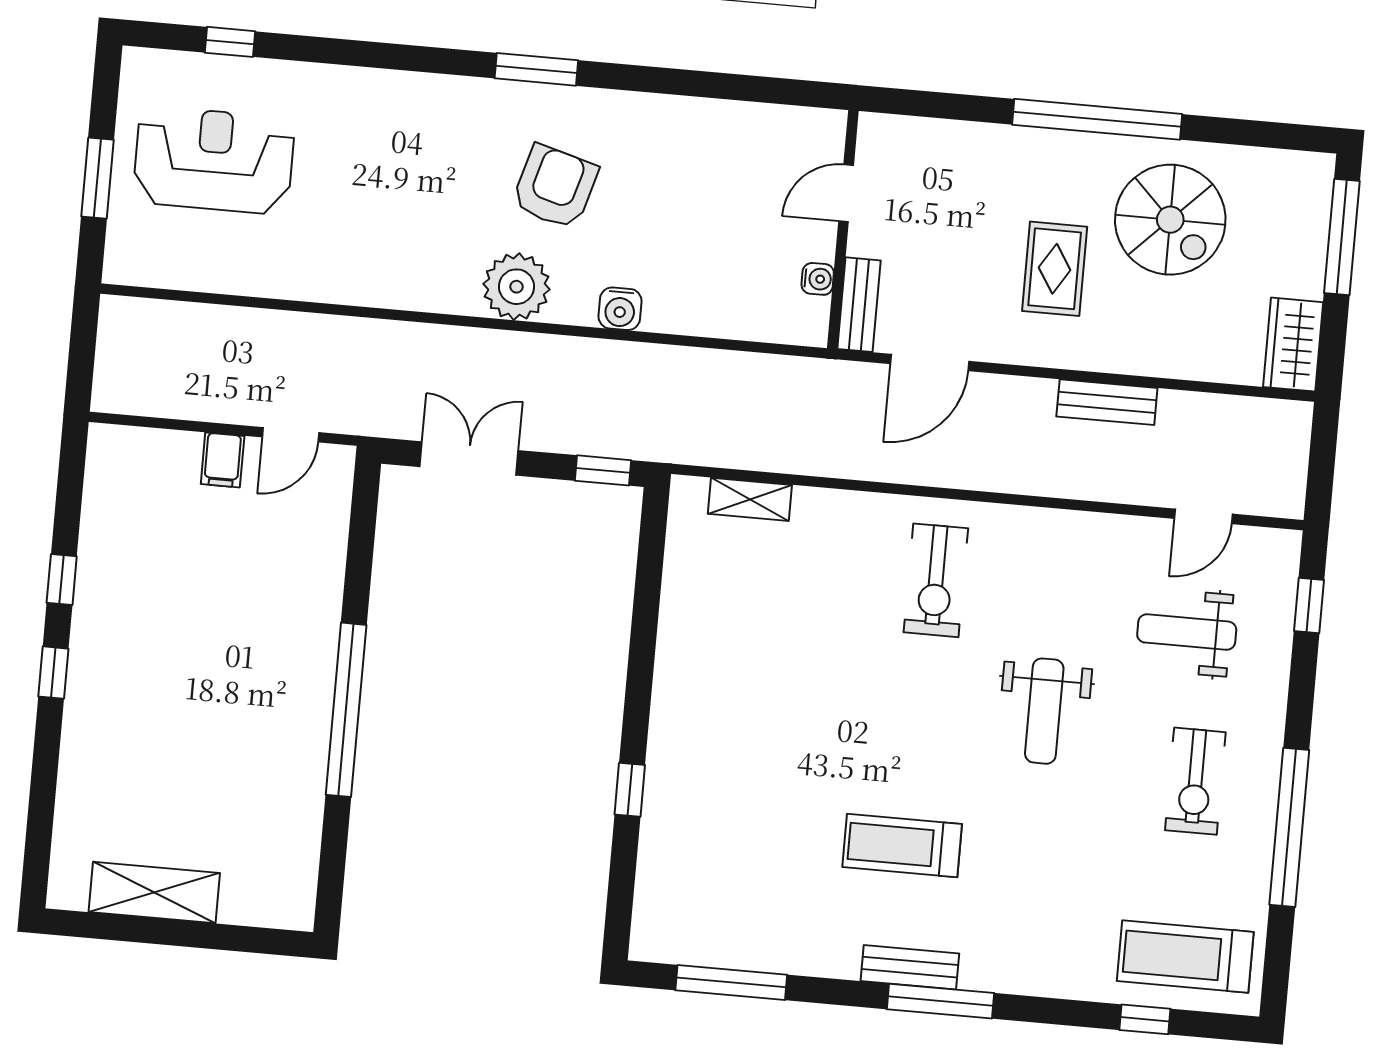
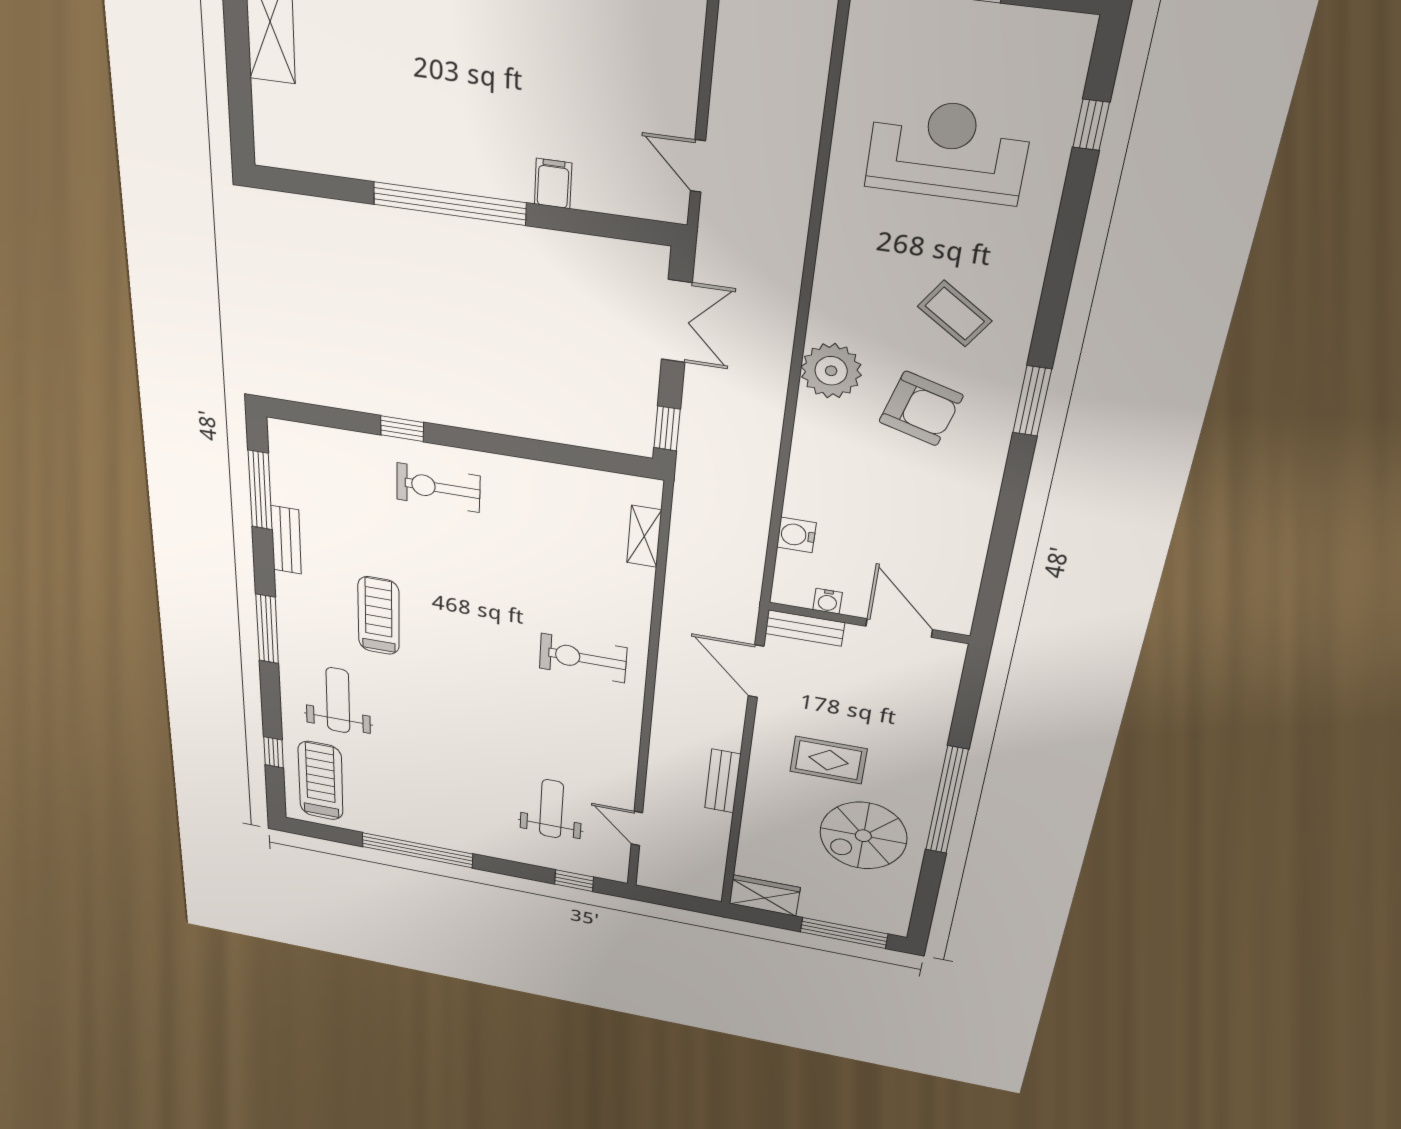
coffee table: (440, 159) -> (955, 314), added
reception desk: (214, 160) -> (948, 151), moved, turned -90
door: (846, 193) -> (899, 628), width x1.38
water cooler: (620, 309) -> (796, 535), moved
filing cabinet: (223, 460) -> (553, 184), moved, turned 90
weight bench: (1044, 711) -> (338, 700), moved, turned 90
exercise bike: (1195, 781) -> (438, 488), moved
bench: (910, 967) -> (286, 540), moved

